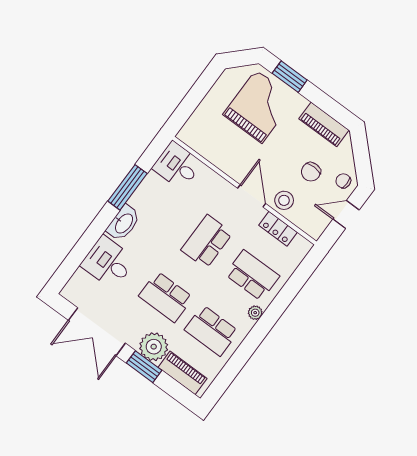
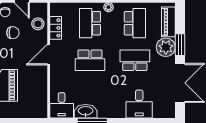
stool: (284, 200) -> (38, 24), moved
washbasin: (124, 223) -> (86, 111), moved
school desk: (166, 297) -> (135, 60), turned -90

